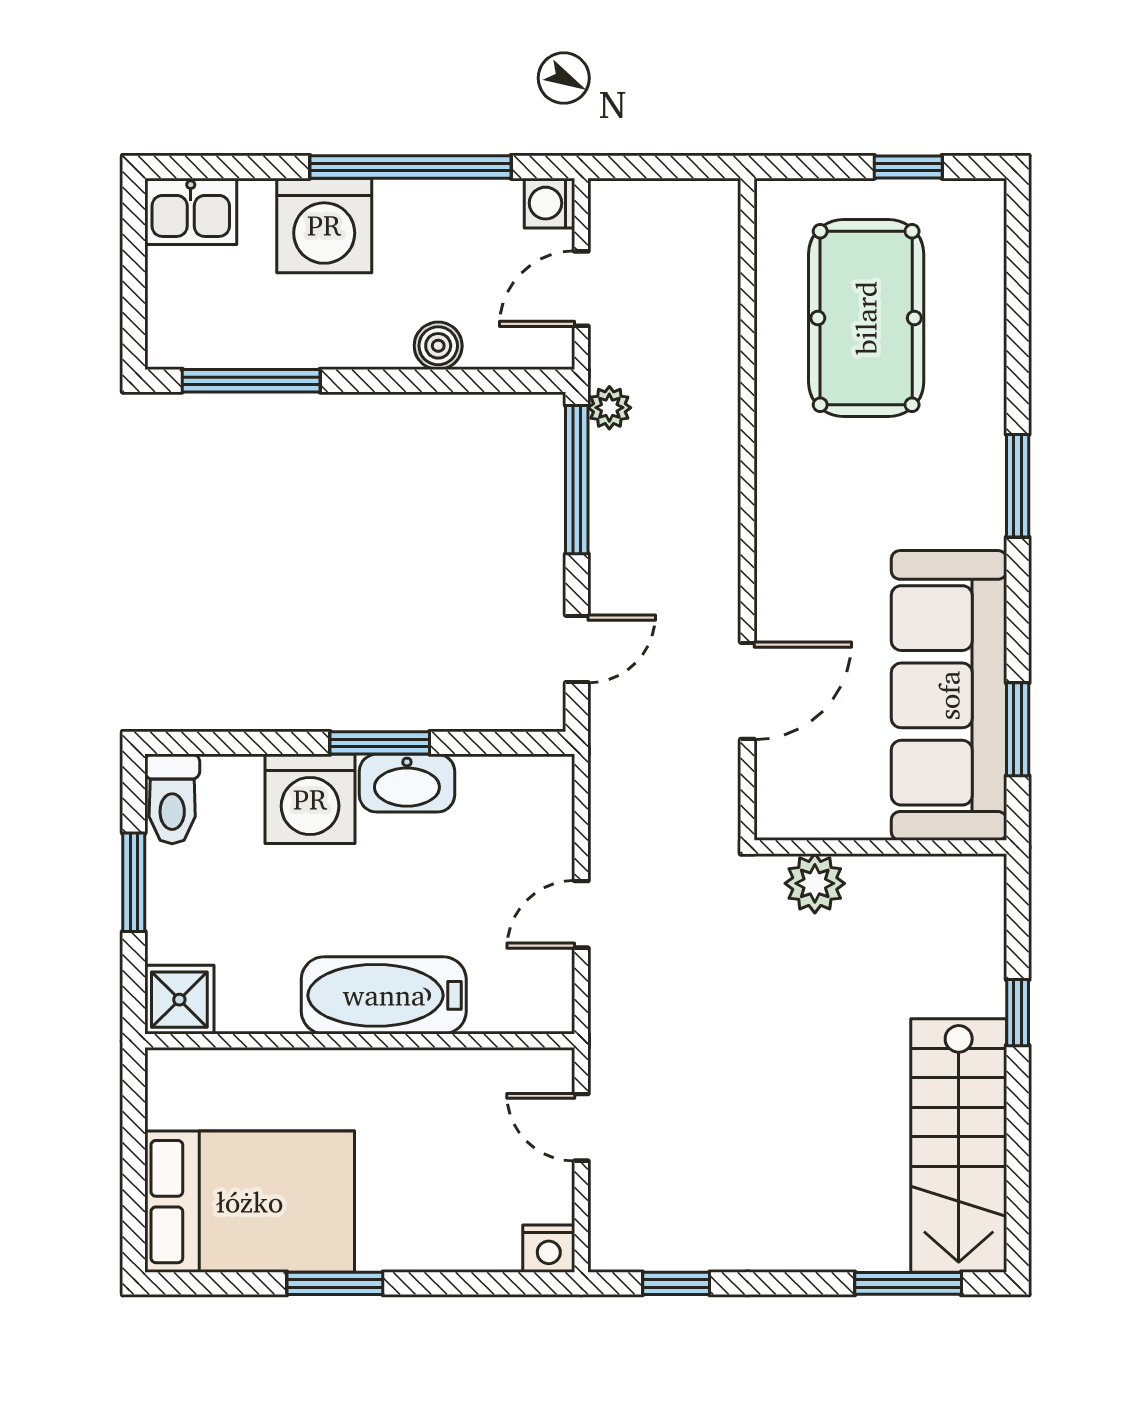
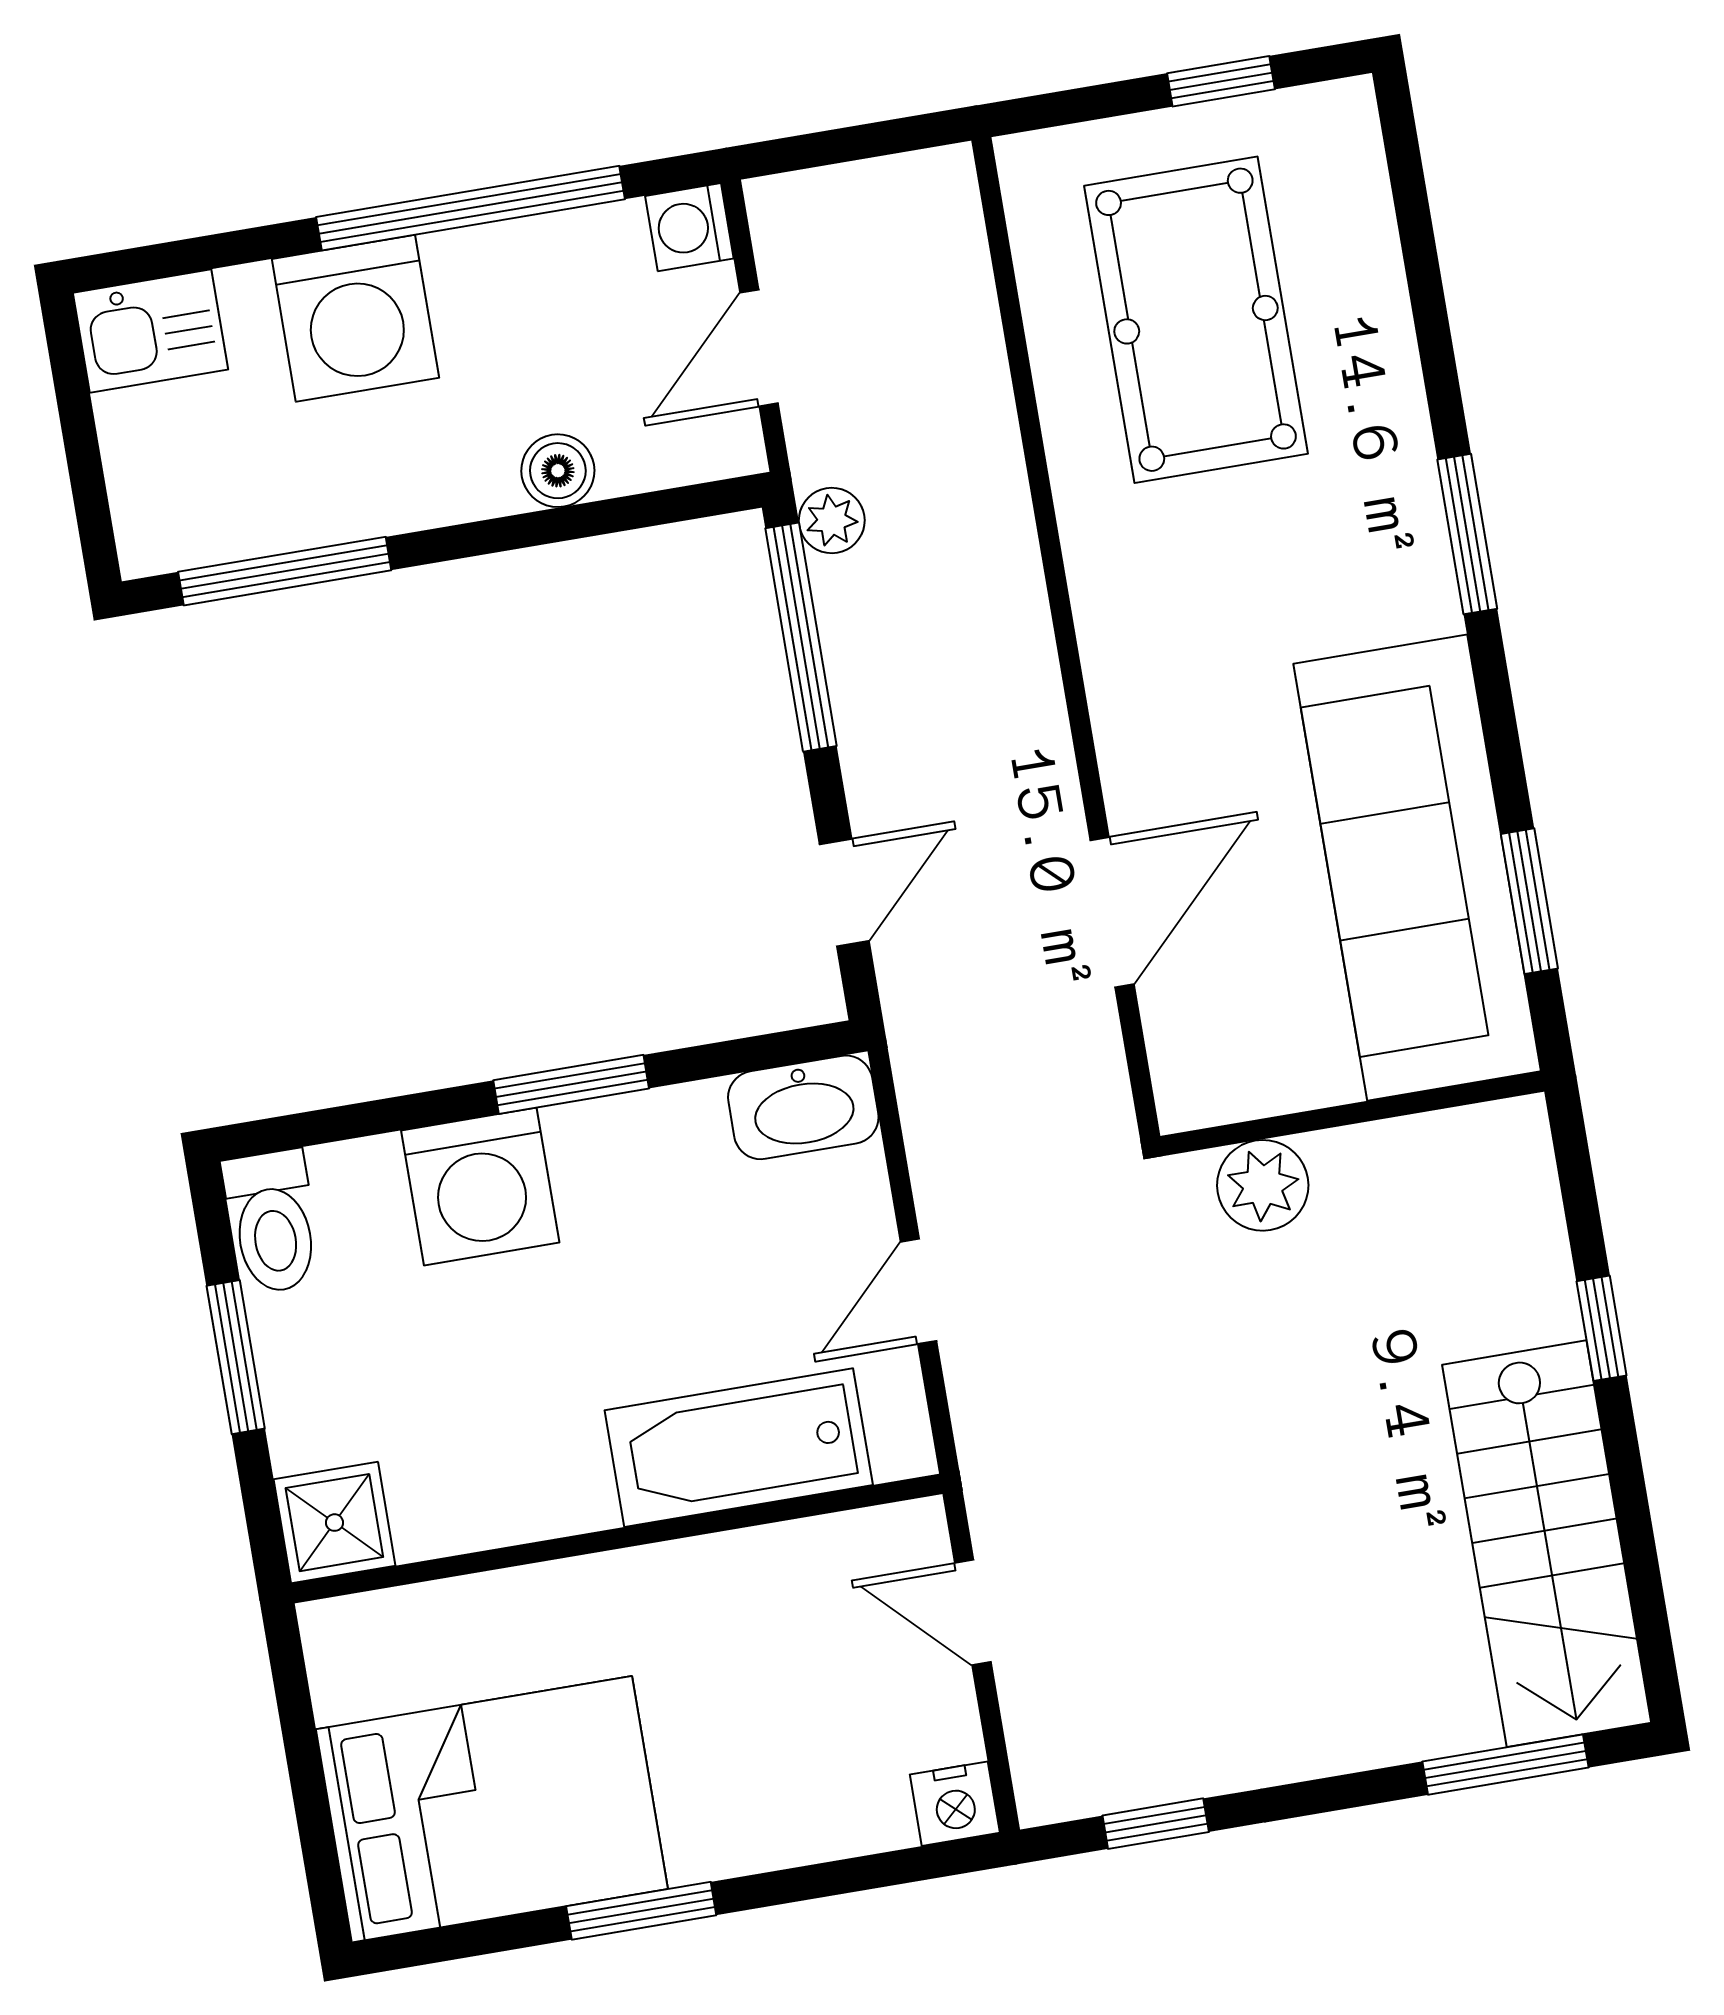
washbasin: (407, 783) -> (803, 1107), moved
bathtub: (384, 995) -> (739, 1448), moved

